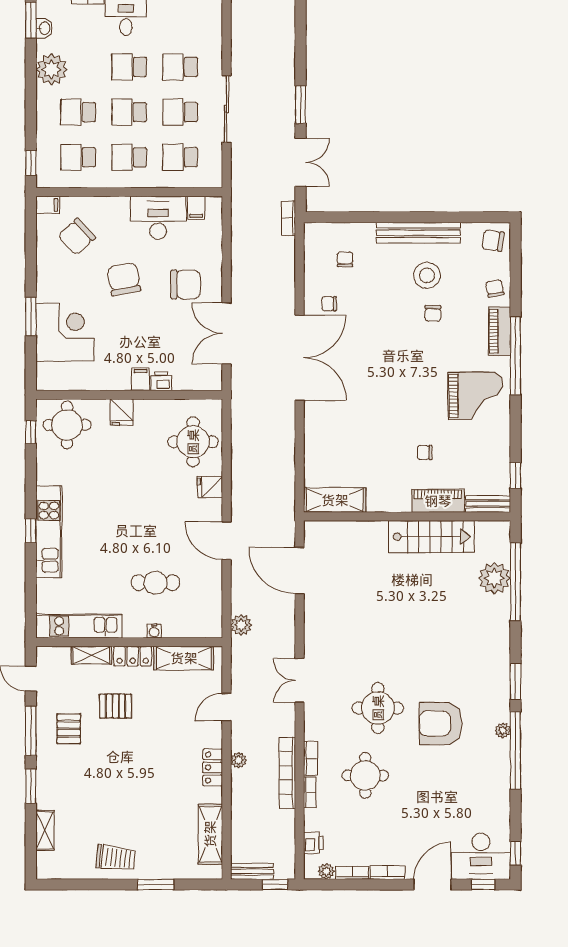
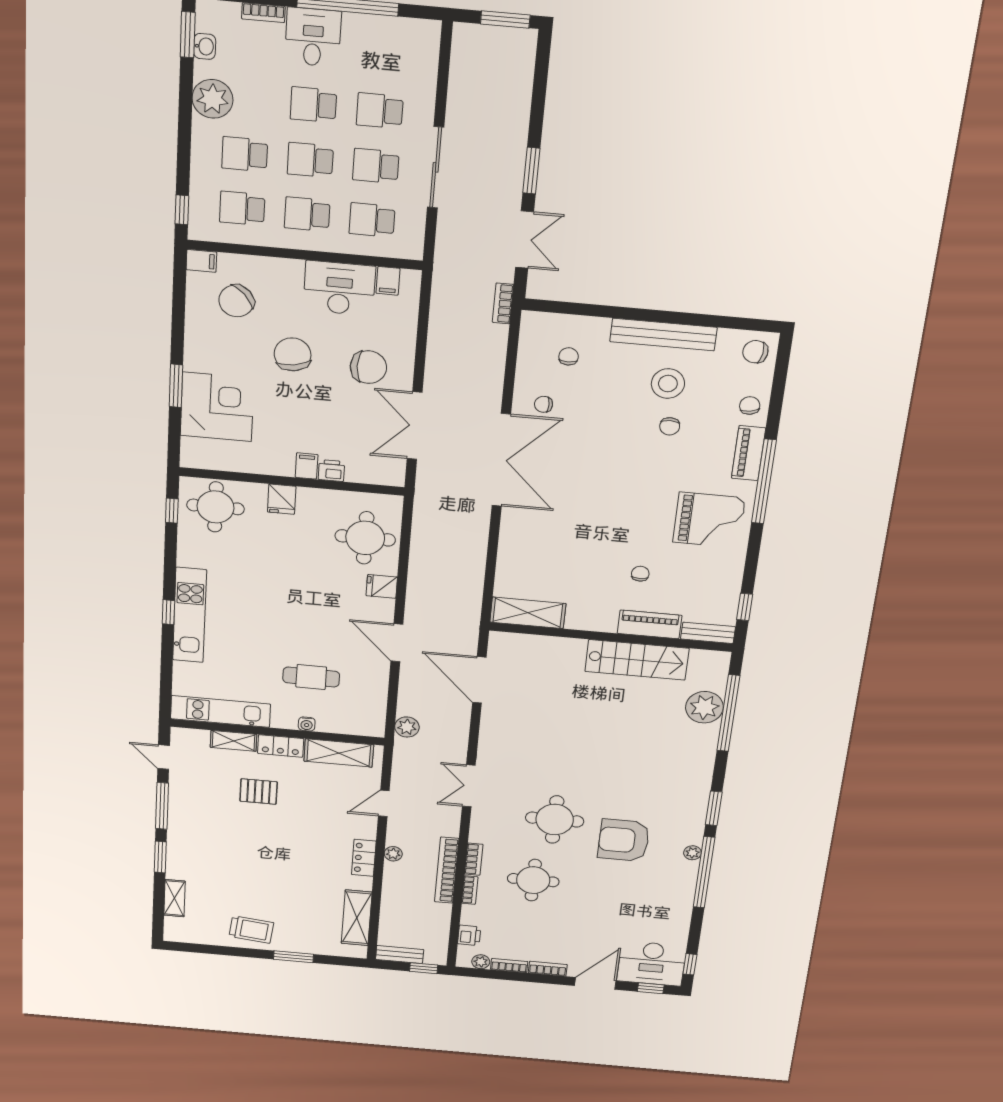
chair: (425, 453) -> (640, 574), turned 90
pallet: (69, 729) -> (205, 808), removed

